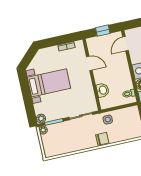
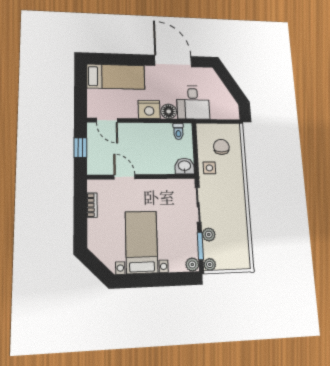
door: (89, 63) -> (124, 177), hinge flipped
washbasin: (103, 90) -> (185, 166), moved
plant: (62, 126) -> (209, 235), added
chair: (102, 139) -> (221, 147), moved

